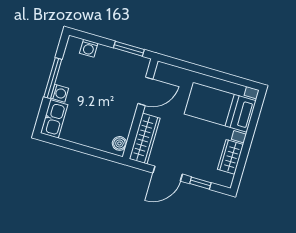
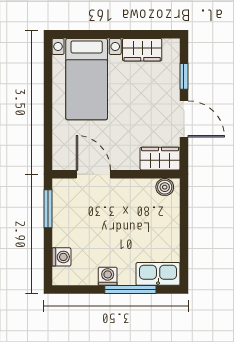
window: (53, 78) -> (130, 290), moved
washing machine: (60, 93) -> (108, 276), moved
wardrobe: (145, 139) -> (160, 159), width x0.67

